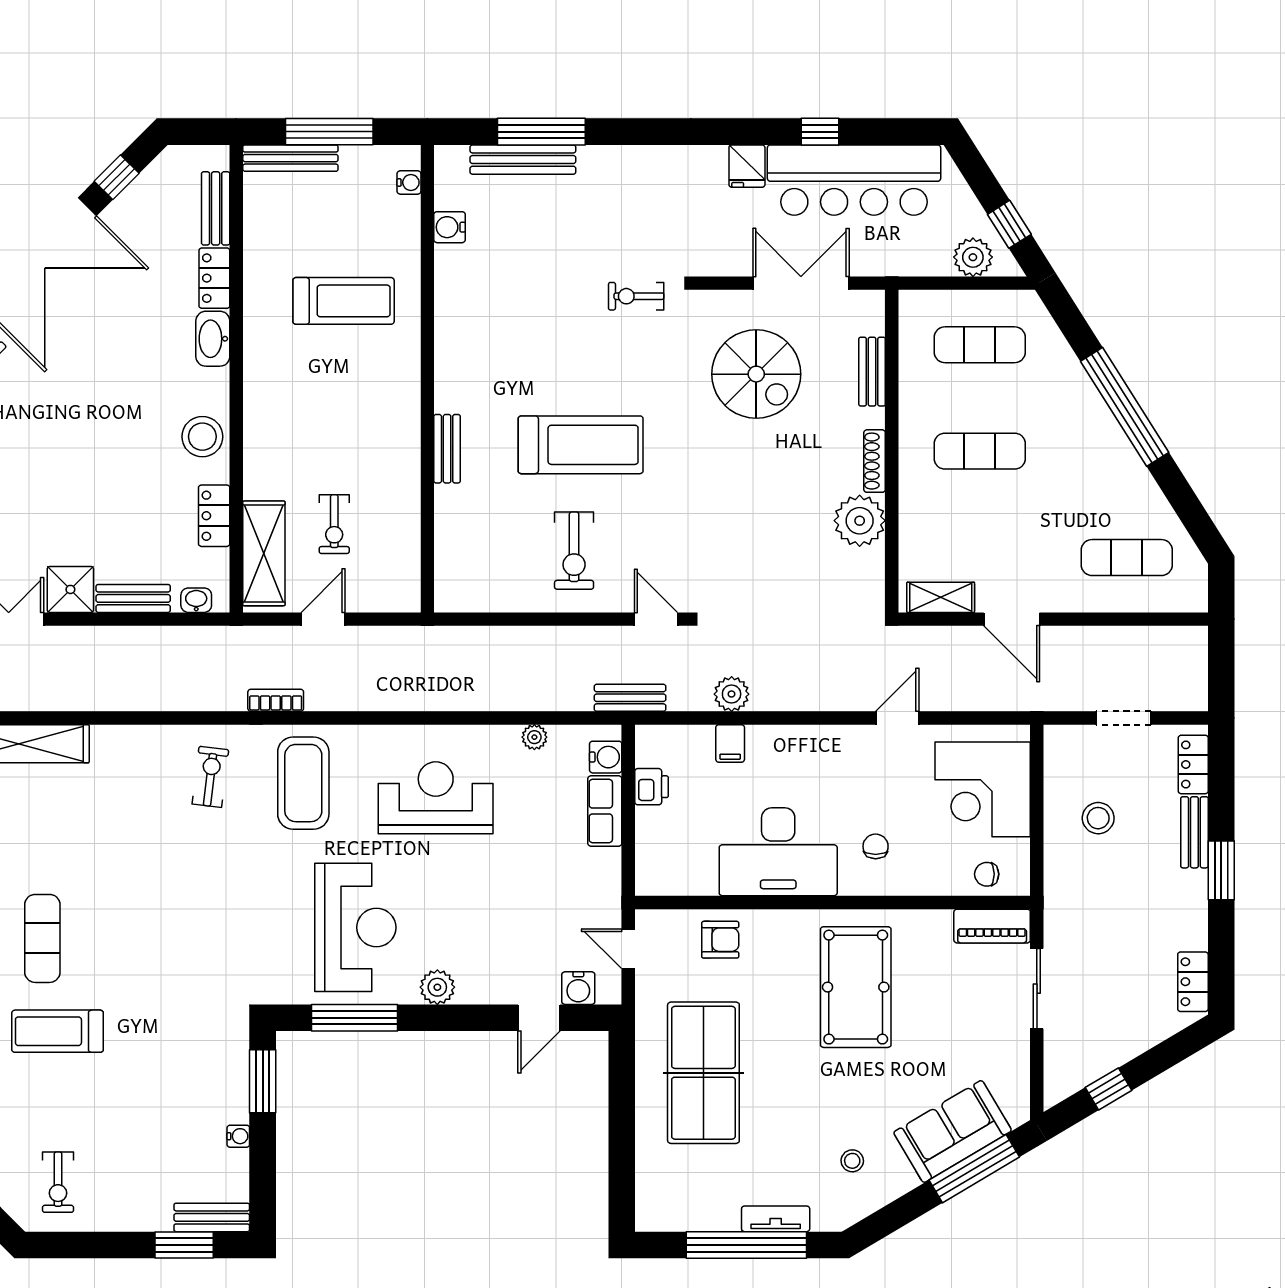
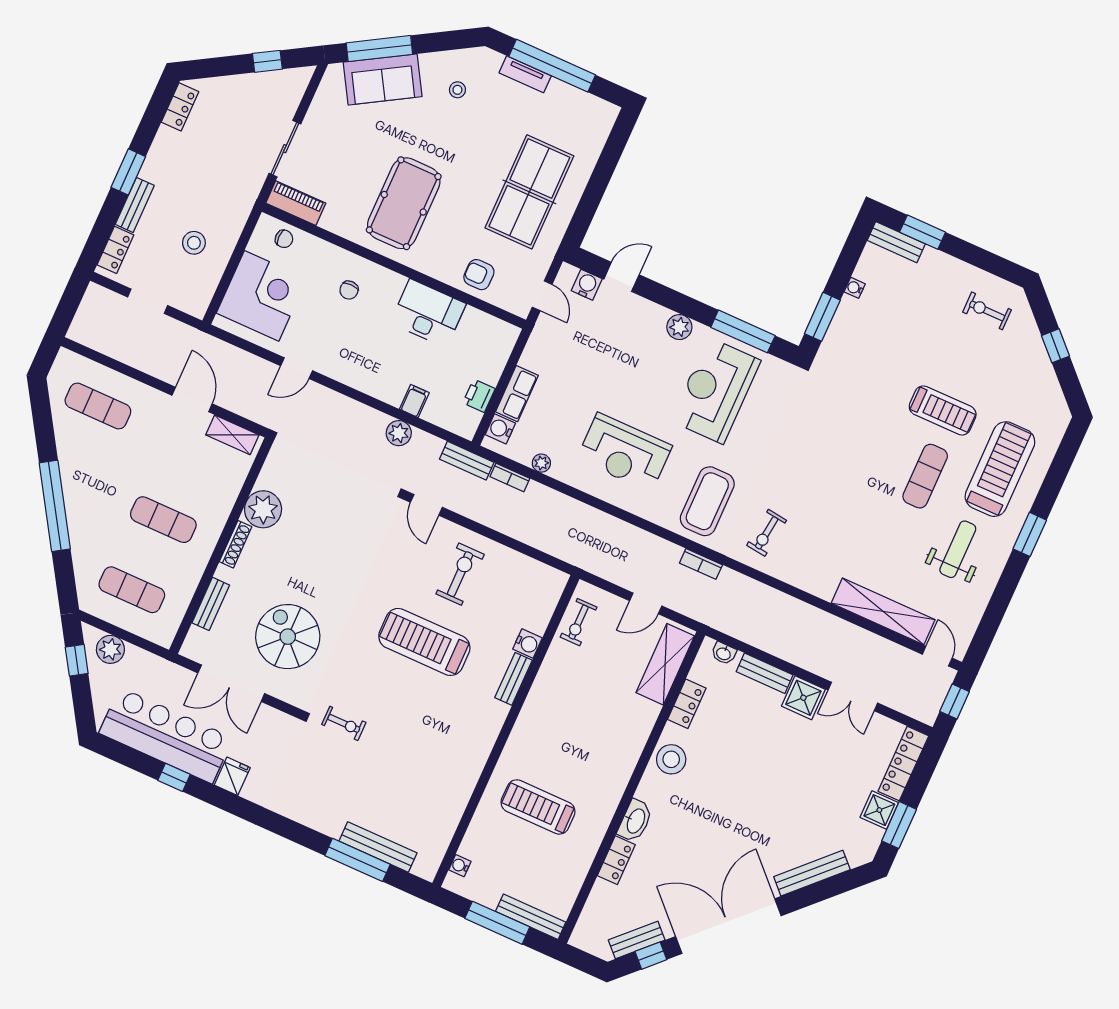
bench: (216, 208) -> (637, 940), moved, turned 45
water cooler: (450, 227) -> (527, 644), moved
exercise bike: (334, 524) -> (579, 622), moved, turned 180
bookcase: (566, 701) -> (510, 477), added
desk: (778, 852) -> (428, 313), width x0.73, depth x0.77
exercise bike: (58, 1182) -> (987, 311), turned -90

